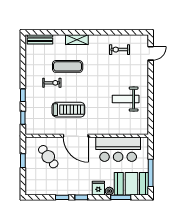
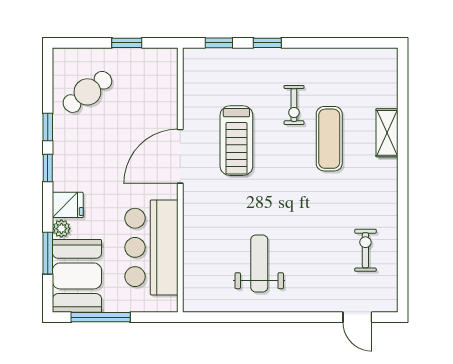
bench: (40, 39) -> (387, 80), removed
shelving: (77, 40) -> (387, 133), moved
cafe table: (48, 157) -> (87, 92), moved

